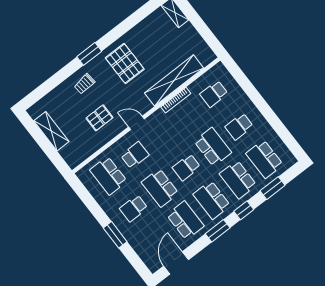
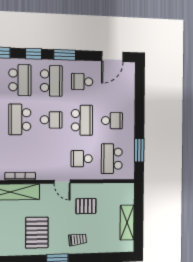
school desk: (108, 176) -> (112, 159), turned 180
school desk: (185, 220) -> (82, 82), width x0.54
window: (115, 235) -> (139, 150), moved

